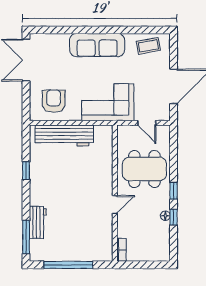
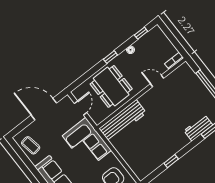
workbench: (64, 135) -> (123, 121), moved, turned 90
door: (115, 204) -> (157, 81), moved
window: (174, 217) -> (141, 33), moved

